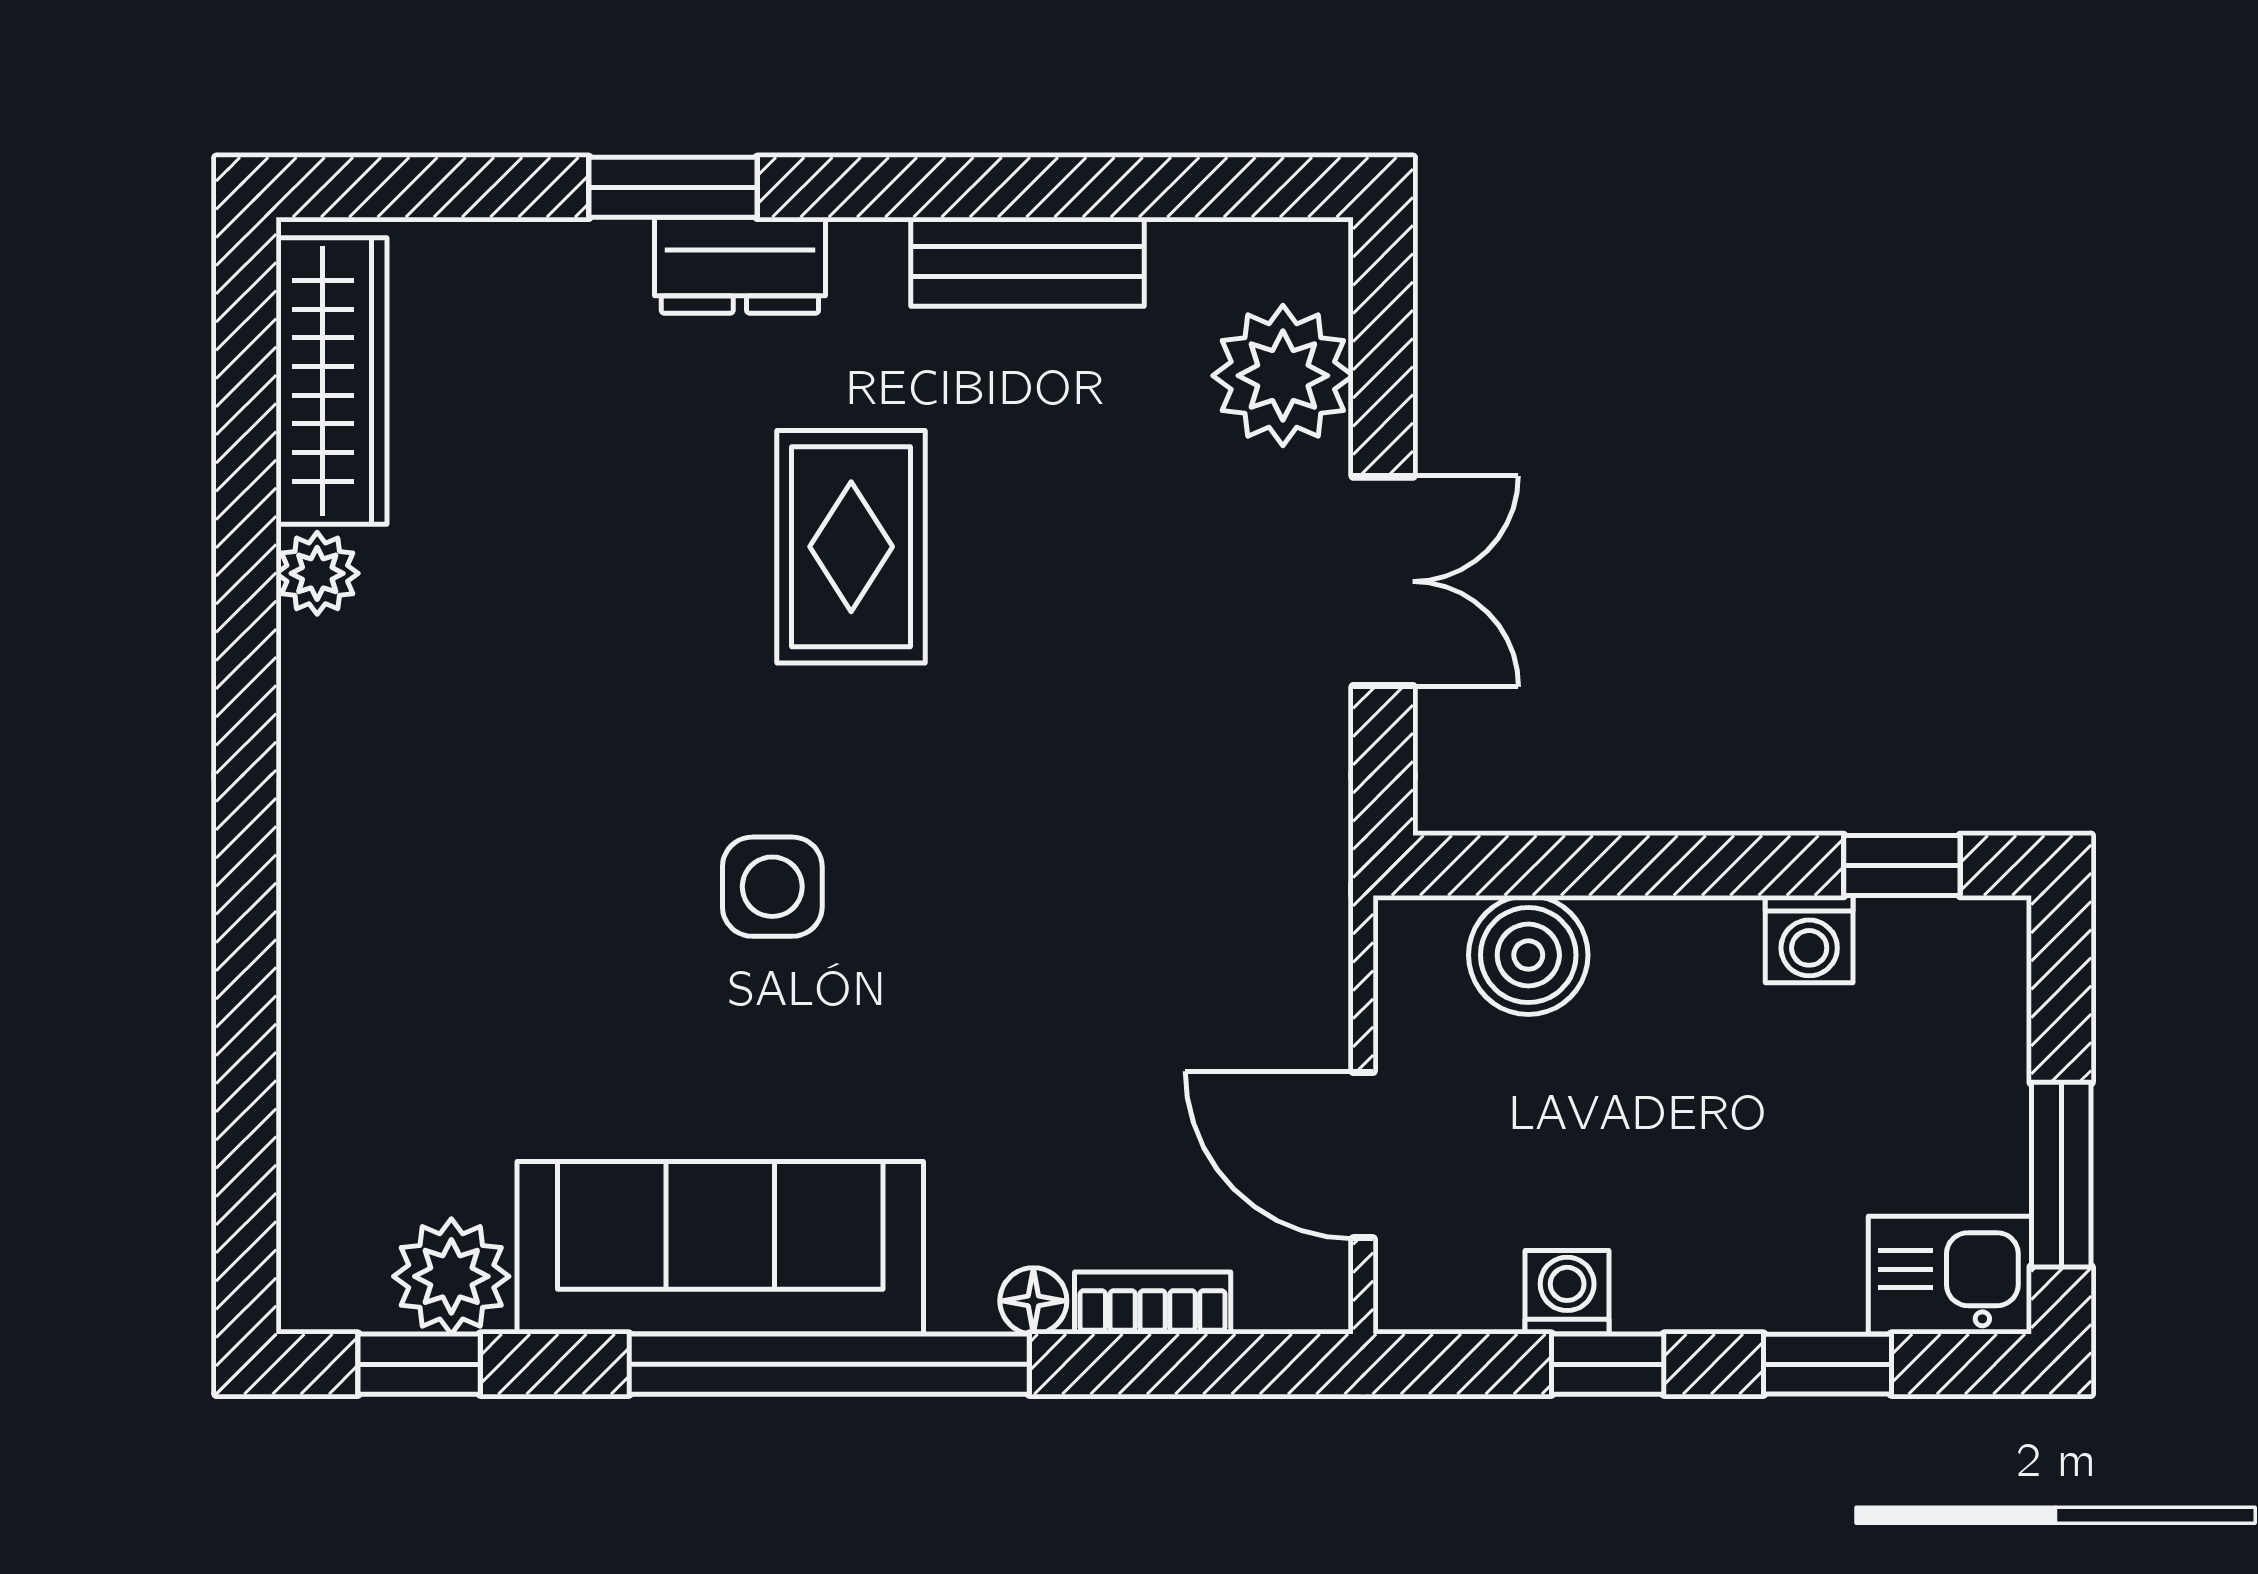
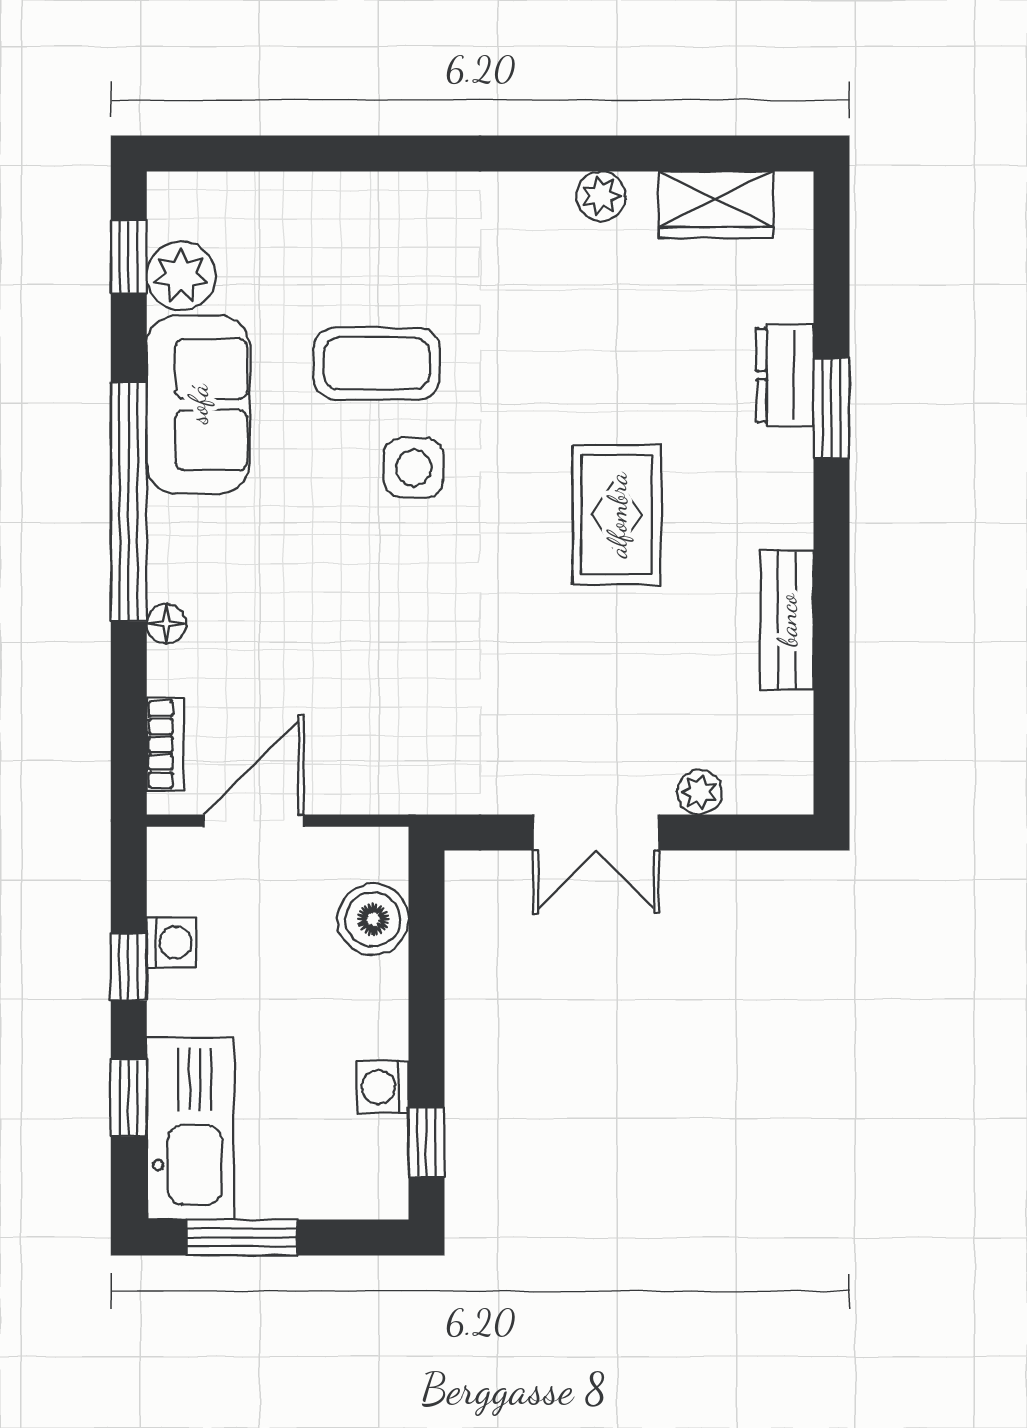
dresser: (740, 265) -> (785, 375), moved
plant: (1283, 376) -> (699, 792), width x0.53, depth x0.53
wardrobe: (331, 381) -> (716, 204), width x0.67
rug: (851, 547) -> (617, 515), turned 90
coffee table: (598, 949) -> (377, 364), added
sofa: (720, 1248) -> (198, 404), width x0.73
kitchen sink: (1950, 1275) -> (190, 1128), width x1.87, depth x1.24
bookcase: (1153, 1303) -> (165, 744), moved

